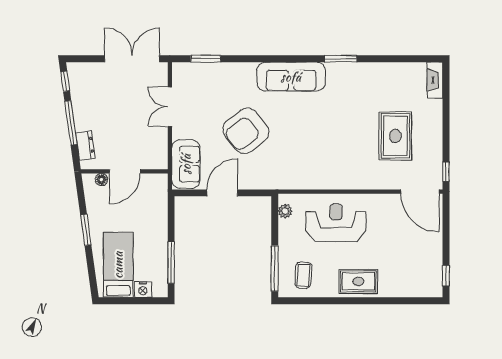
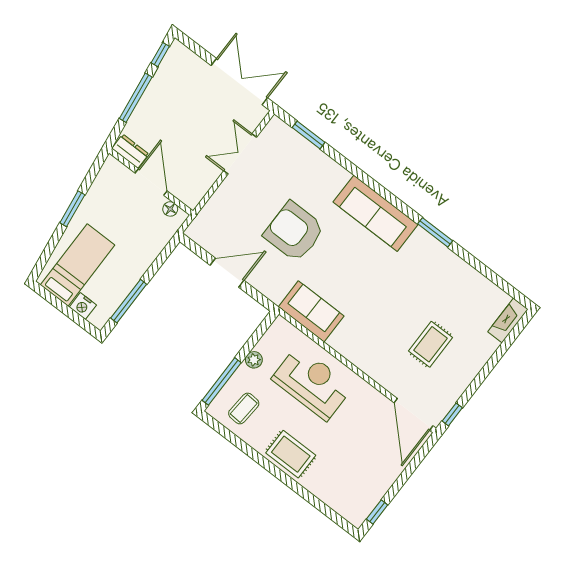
armchair: (246, 131) -> (294, 232), turned 38
rug: (395, 136) -> (431, 344), width x0.73, depth x0.70
dresser: (85, 146) -> (130, 151), moved, turned -82
sofa: (186, 164) -> (311, 311), moved, turned -90
door: (125, 171) -> (151, 182), swing flipped
floor lamp: (101, 179) -> (170, 209), moved
plant: (285, 211) -> (254, 360), moved

